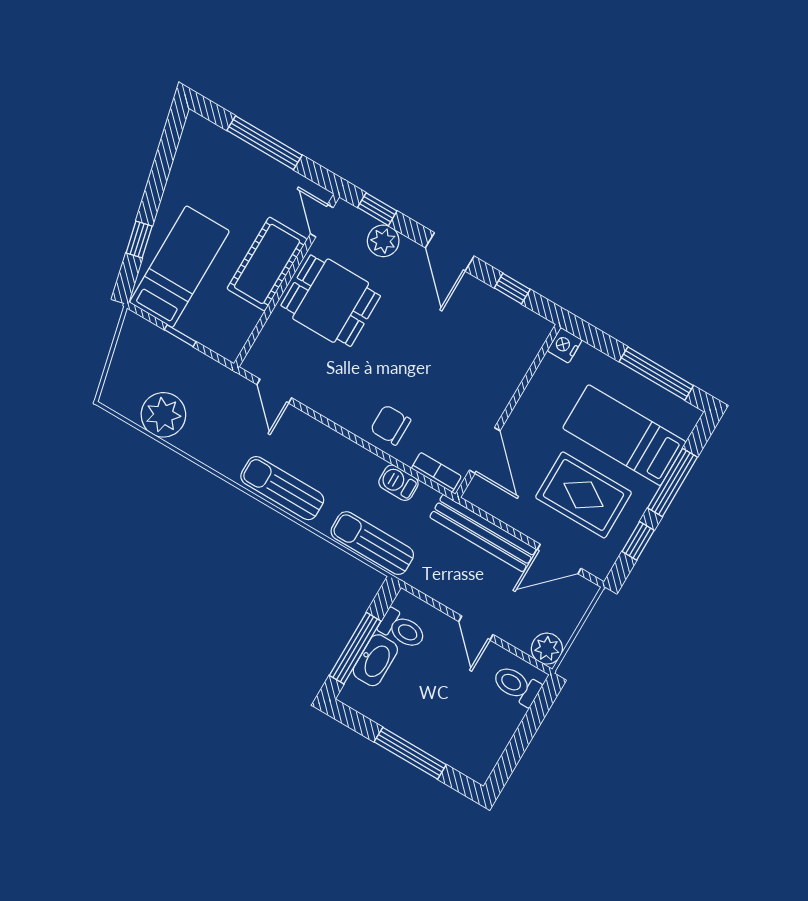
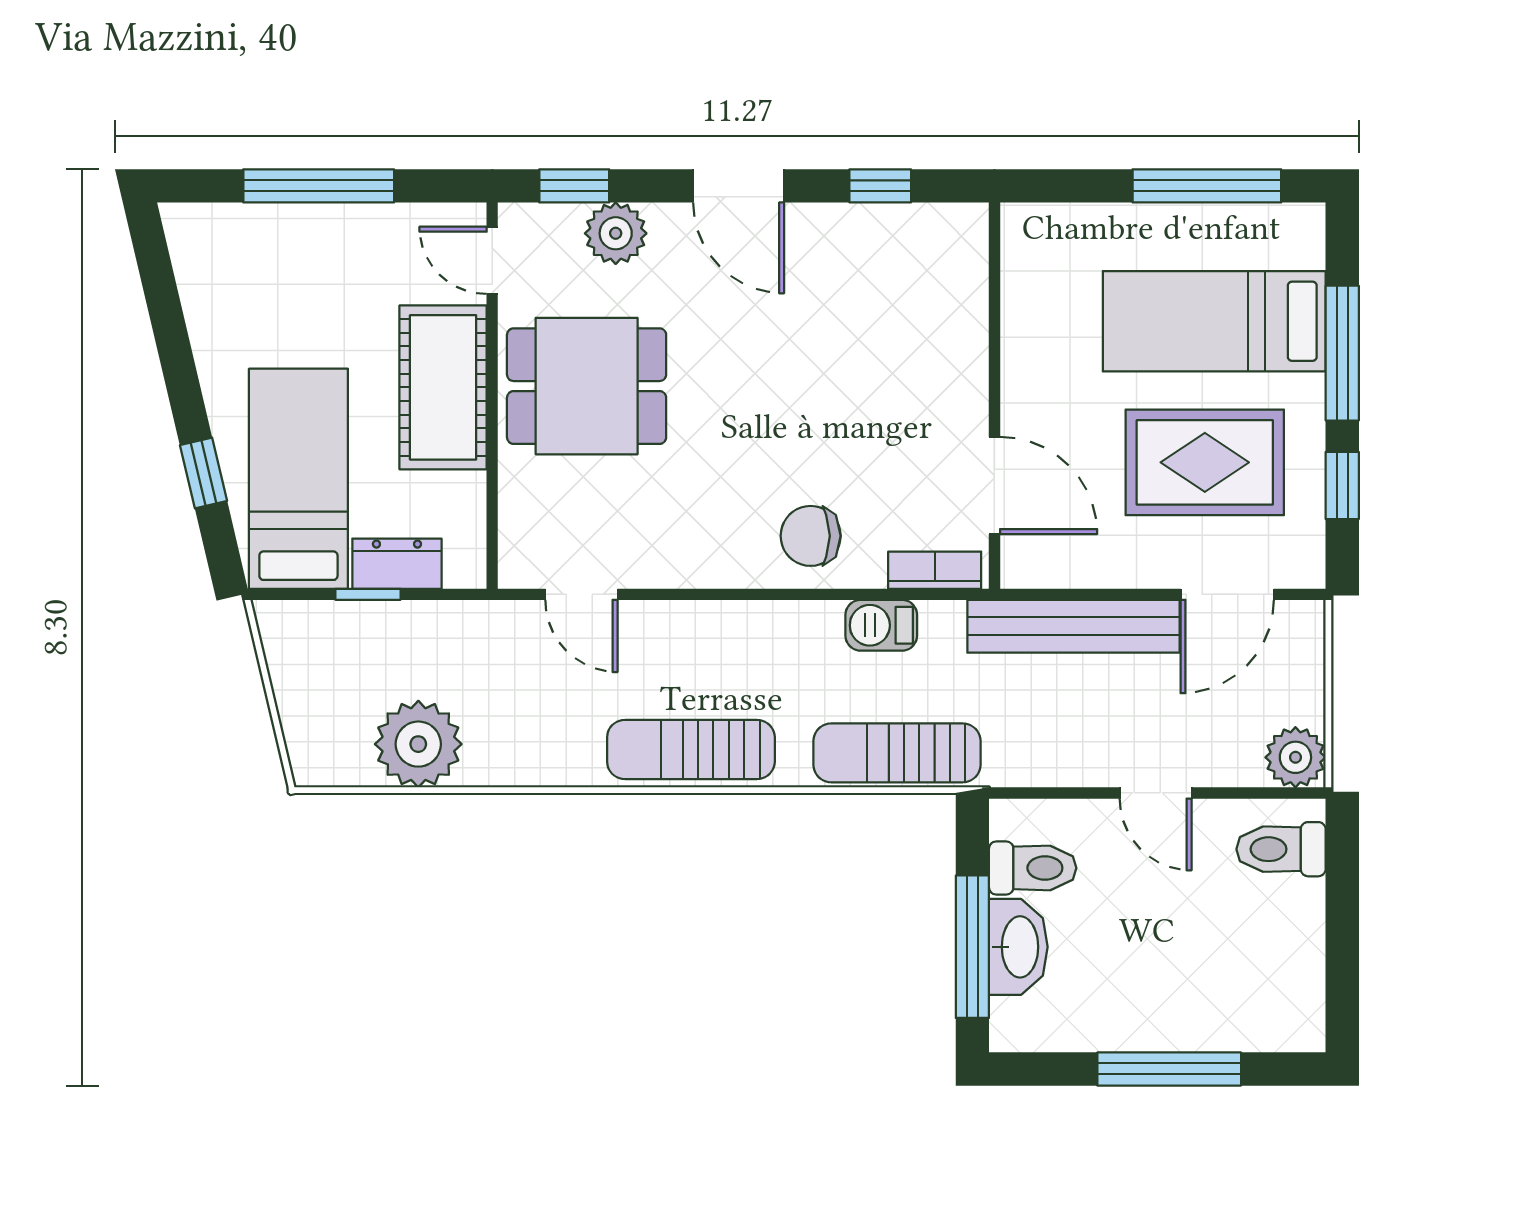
dresser: (201, 330) -> (397, 564), added
nightstand: (565, 345) -> (1025, 229), removed

